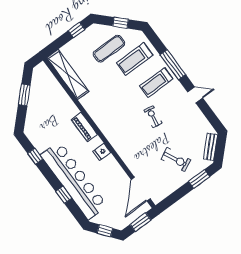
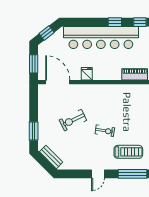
treadmill: (156, 83) -> (128, 152), turned 90
fridge: (102, 152) -> (87, 74), moved
exercise bike: (176, 160) -> (73, 120), moved
window: (64, 195) -> (115, 22), moved

